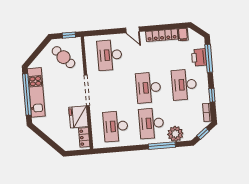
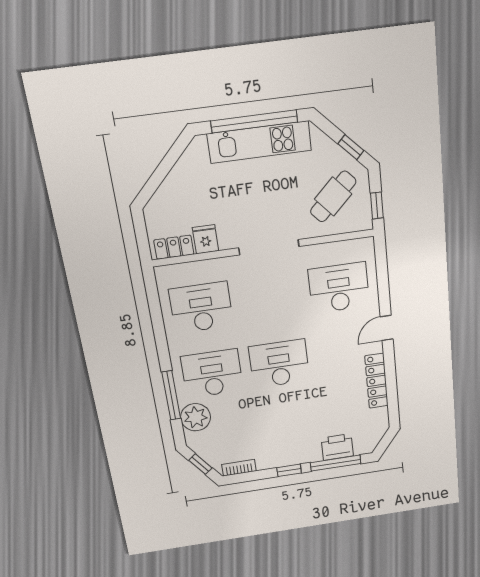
filing cabinet: (183, 34) -> (378, 417), removed
window: (40, 48) -> (351, 147), added
desk: (184, 85) -> (287, 426), removed
window: (212, 95) -> (289, 470), moved
fridge: (78, 117) -> (205, 239), width x0.53, depth x0.75

